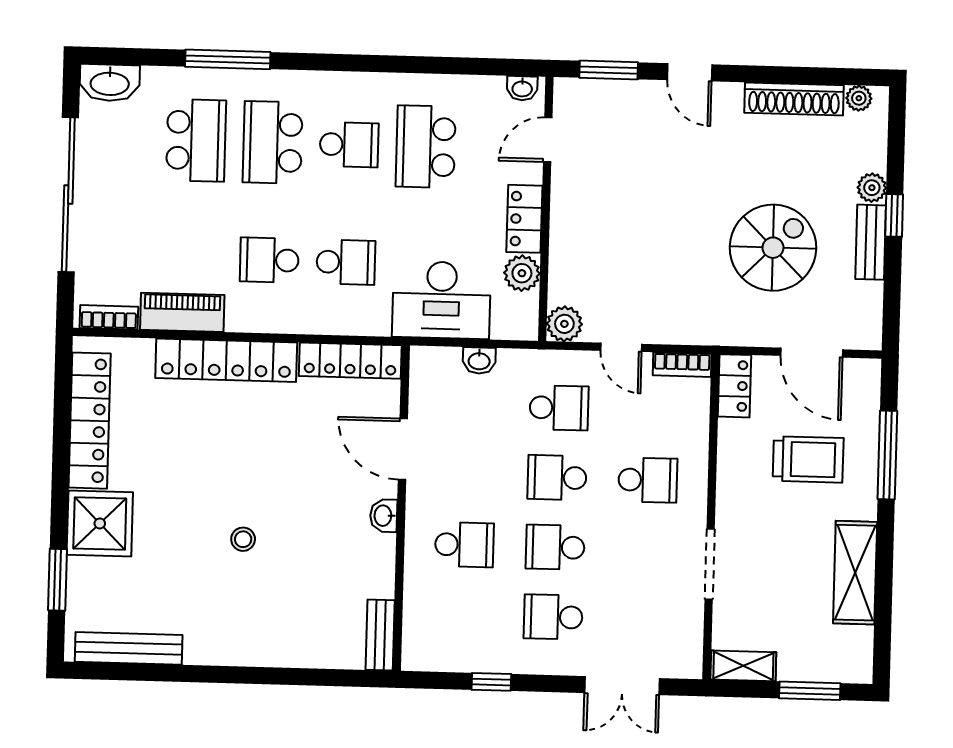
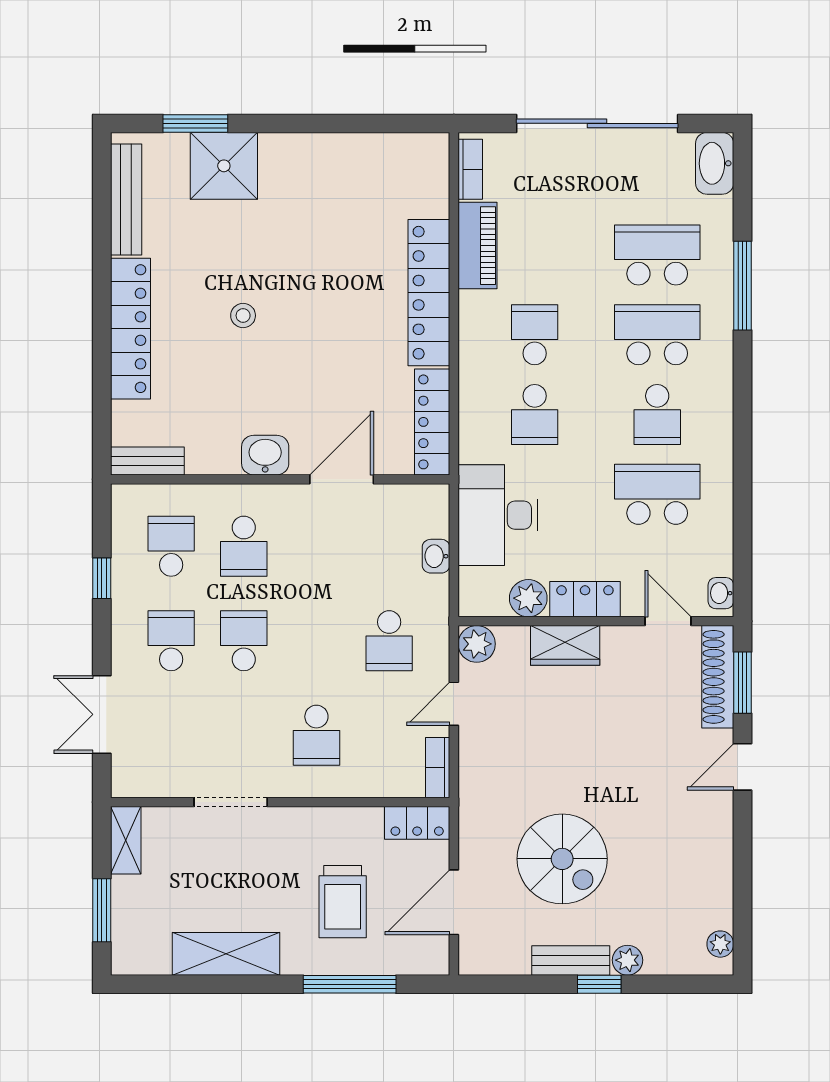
shoe rack: (794, 99) -> (718, 677), moved
school desk: (196, 140) -> (657, 255), turned 180
wardrobe: (568, 239) -> (565, 645), added
locker: (90, 421) -> (130, 329), moved, turned -90
school desk: (557, 478) -> (171, 546), moved
washbasin: (384, 516) -> (265, 455), width x1.38, depth x1.45
shower: (100, 523) -> (224, 166), moved

